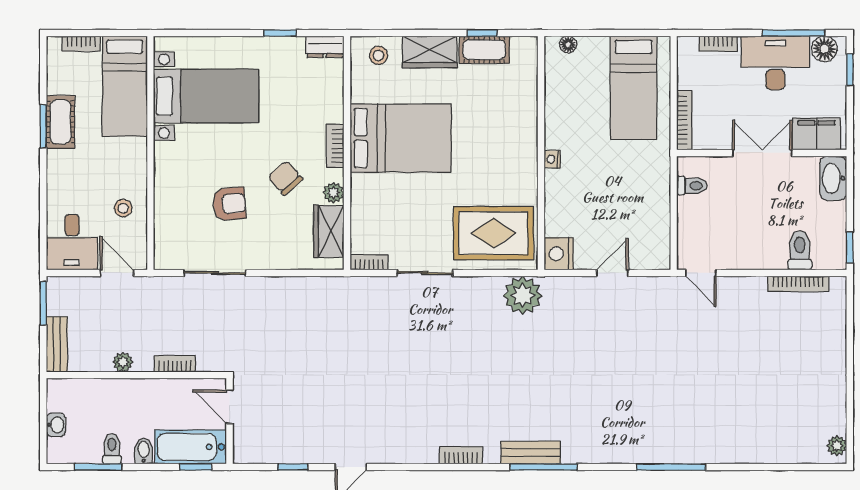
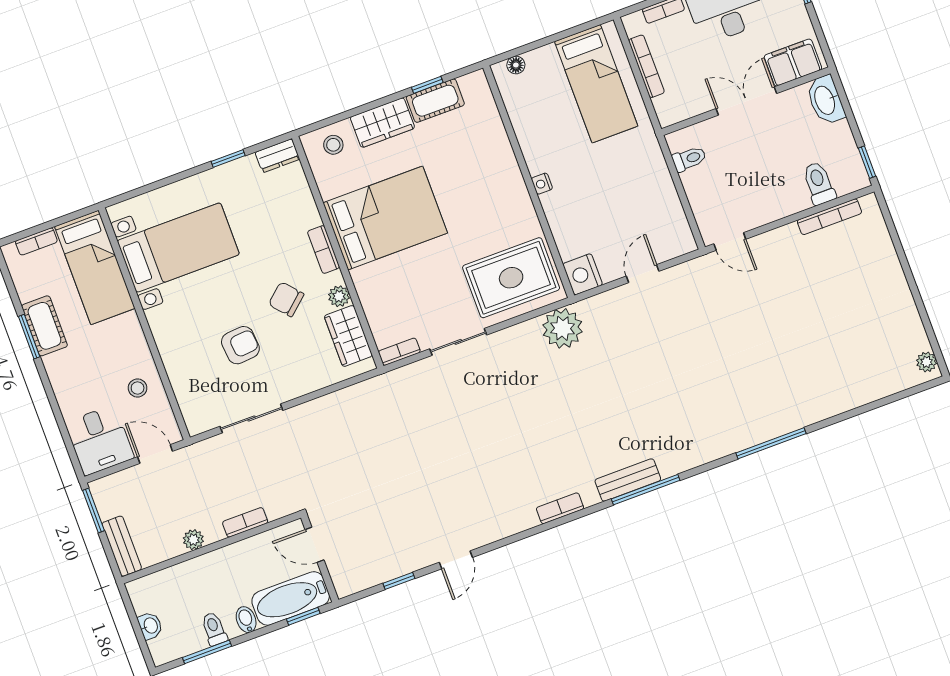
bookcase: (684, 120) -> (646, 66), moved

